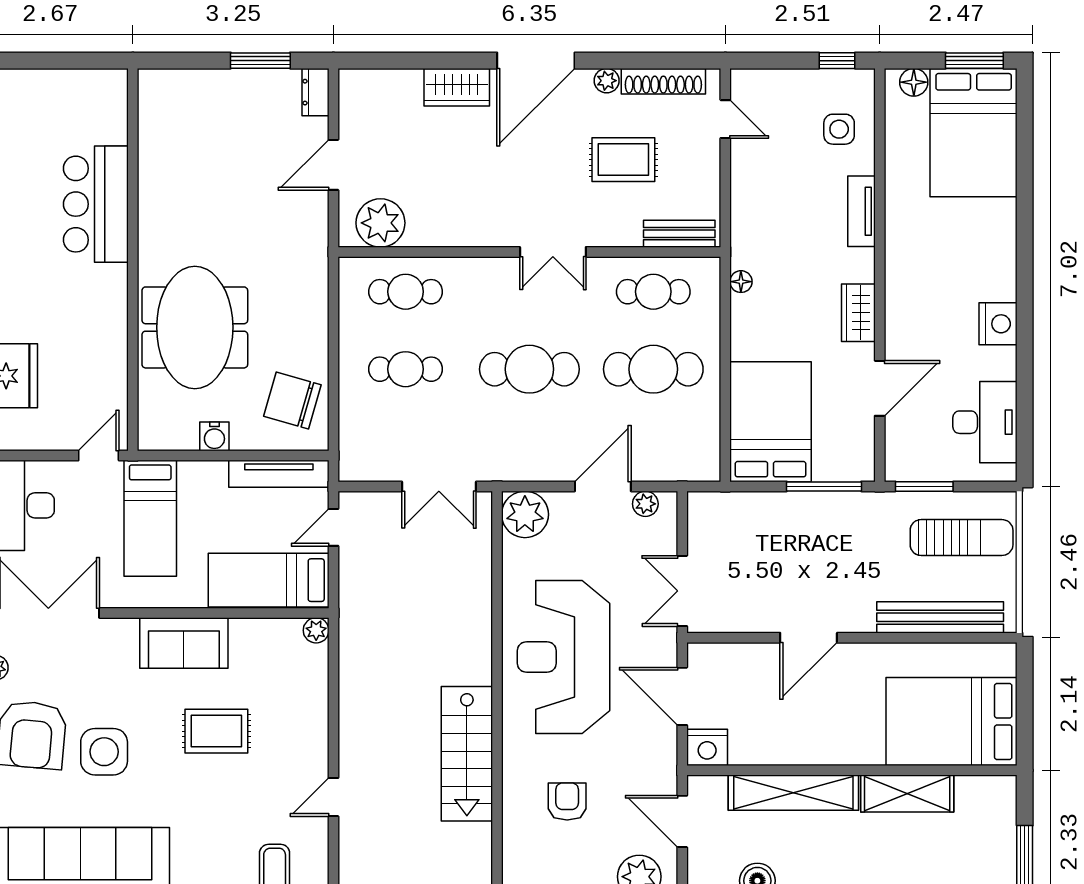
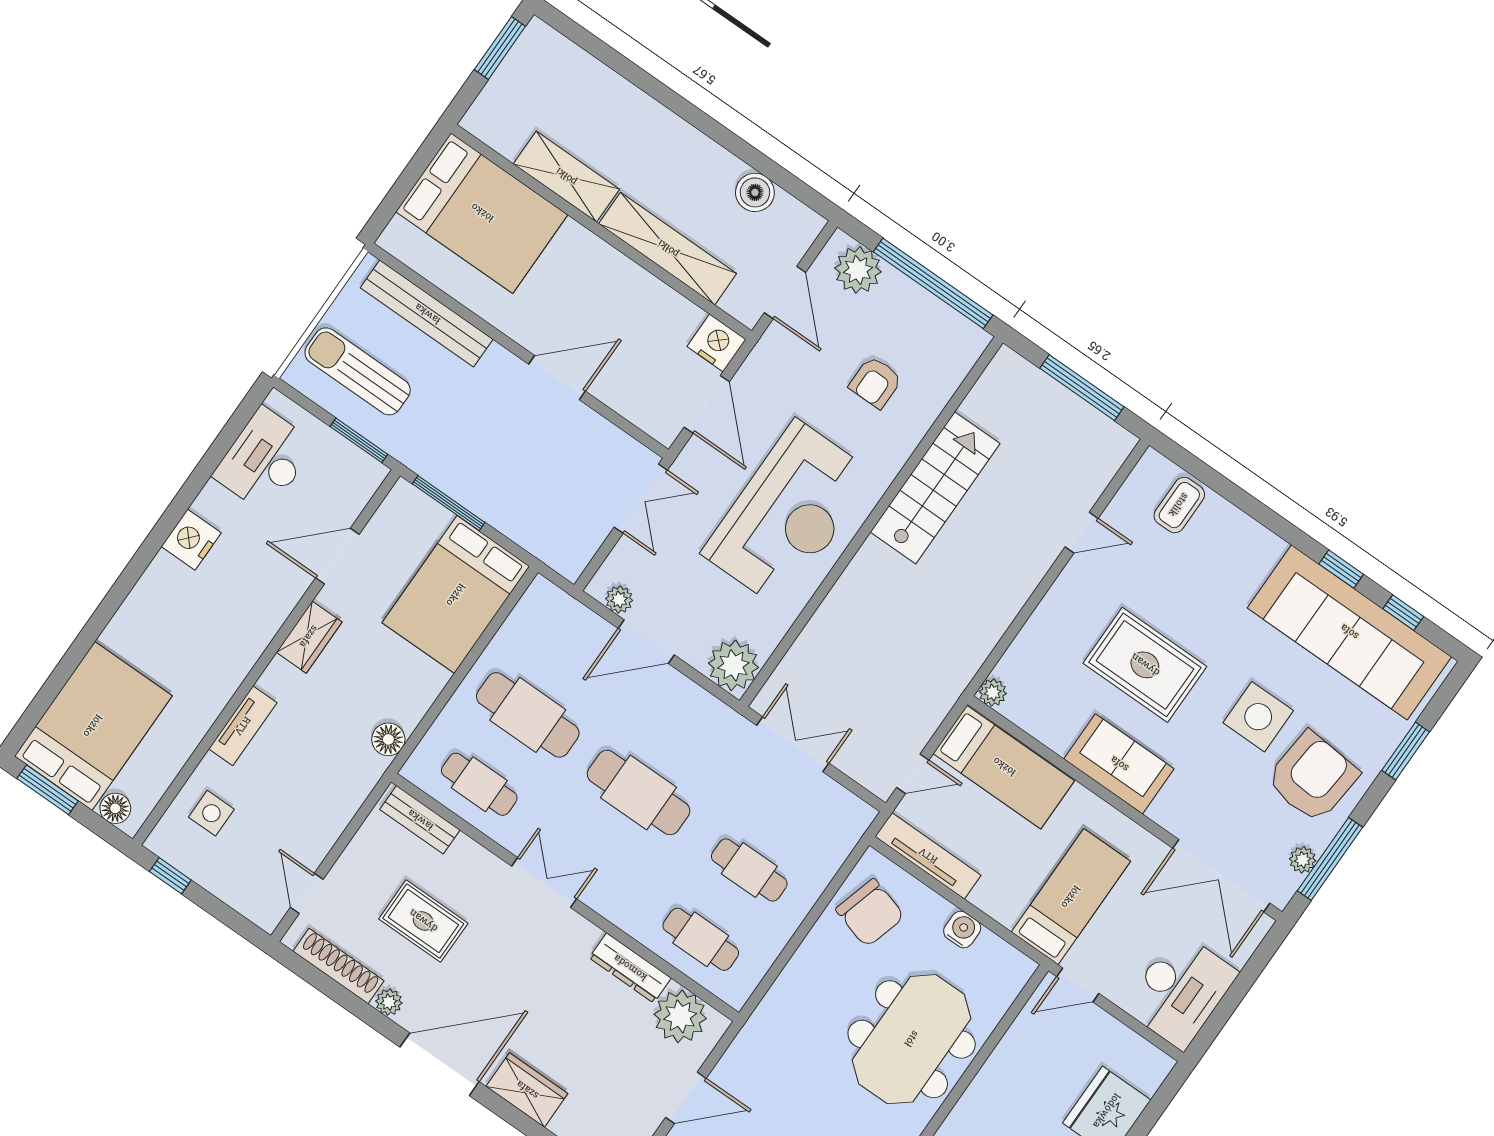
dresser: (444, 233) -> (630, 968), added
floor lamp: (741, 282) -> (388, 739), width x1.37, depth x1.37
rug: (216, 731) -> (1145, 665), width x1.36, depth x1.43

